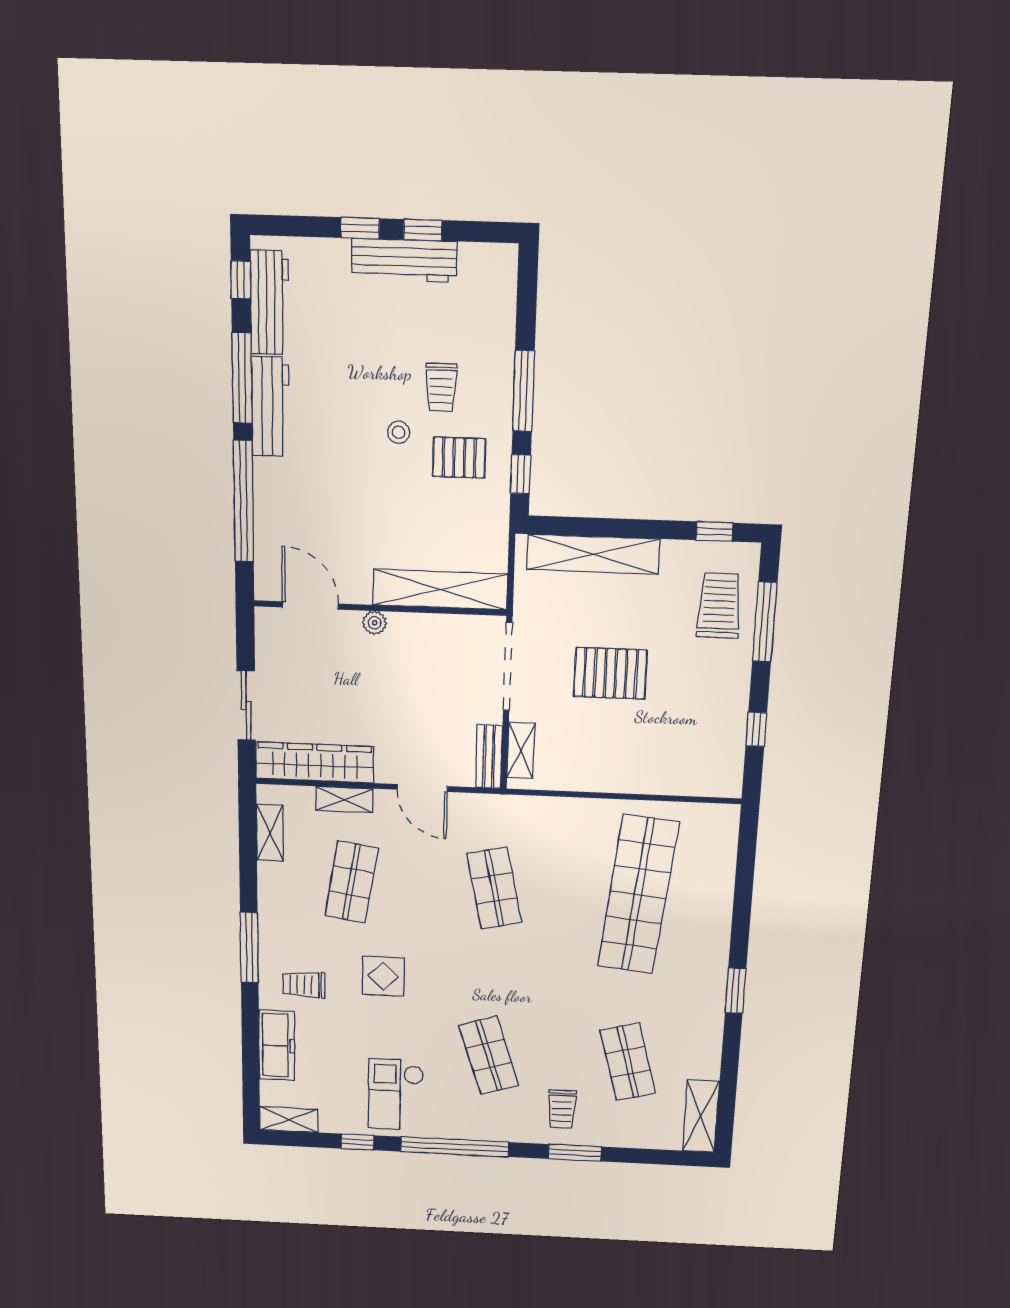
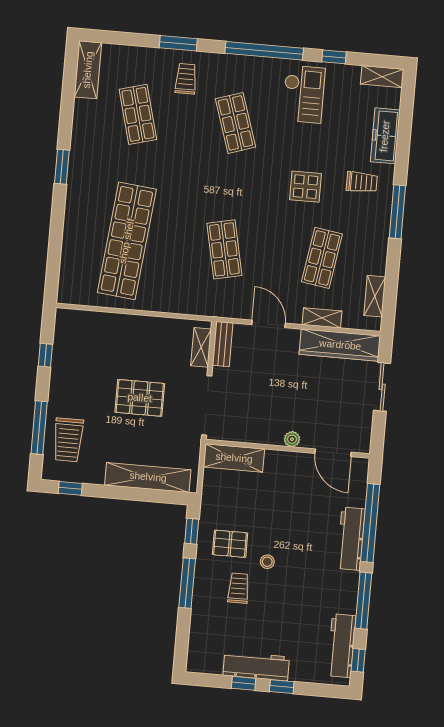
workbench: (270, 407) -> (351, 539), moved
shelving: (440, 590) -> (234, 458), width x0.68

